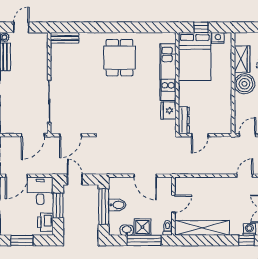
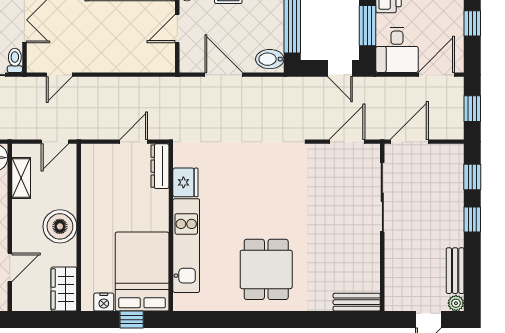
wardrobe: (242, 59) -> (64, 289), moved
bidet: (117, 205) -> (270, 59), moved

